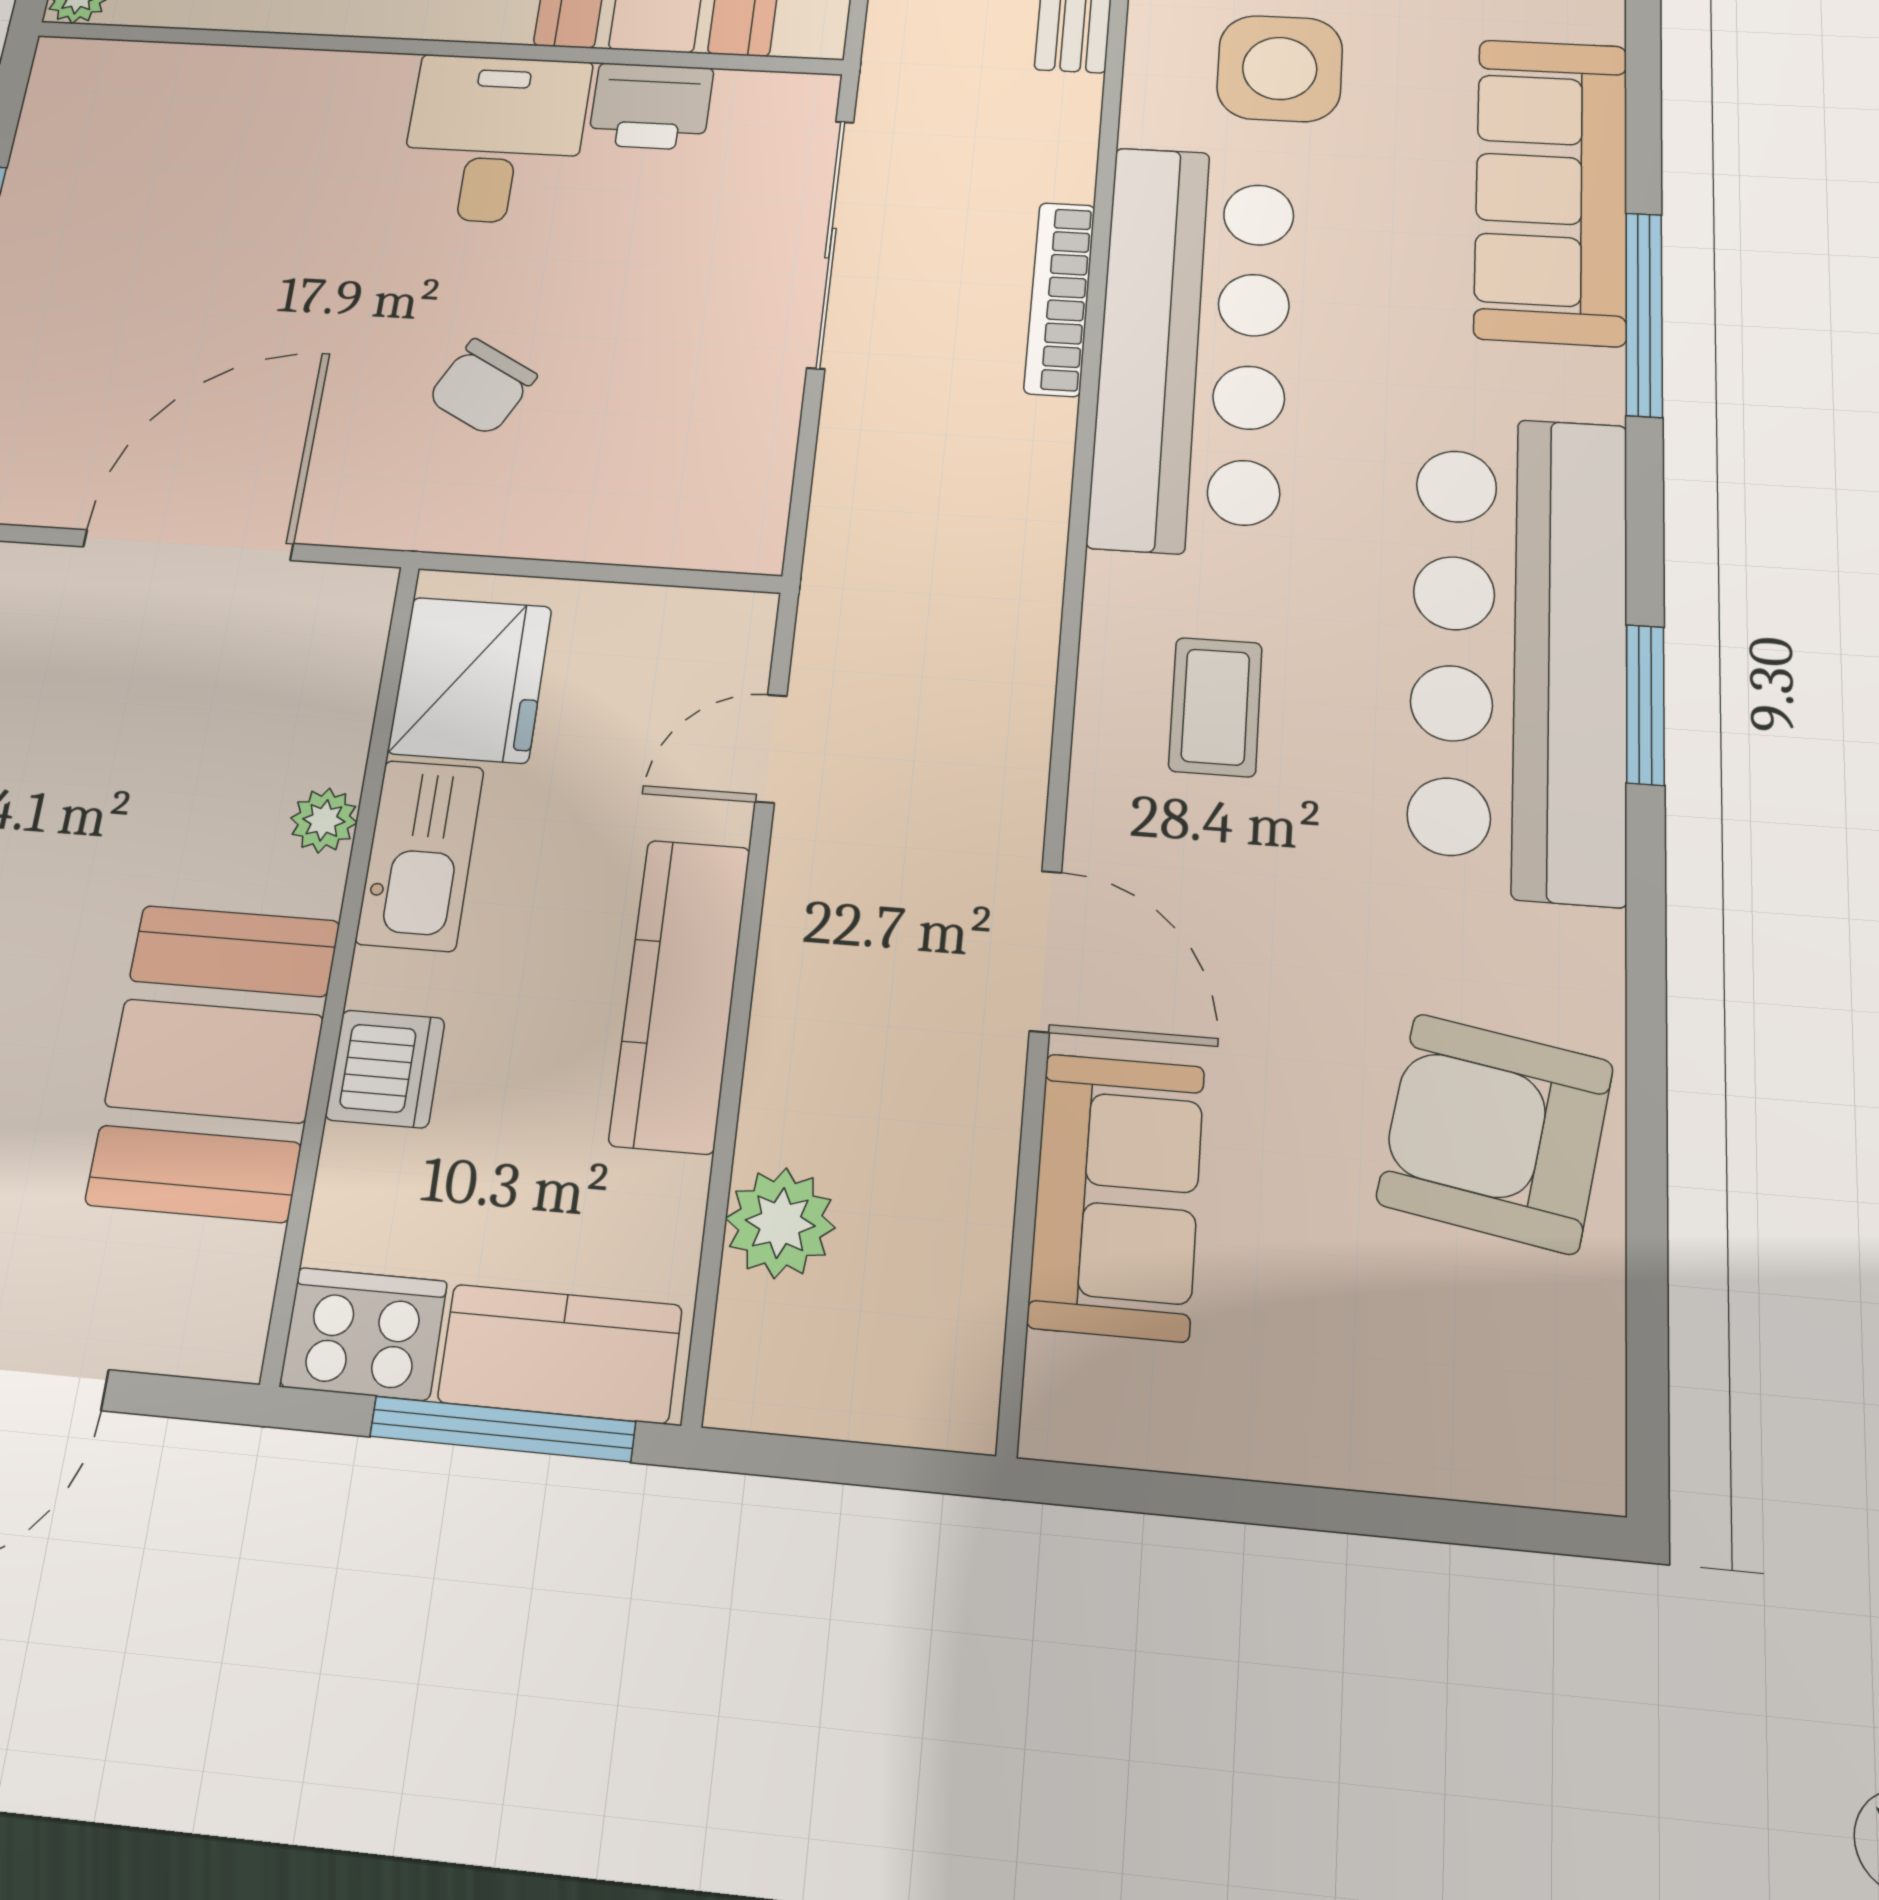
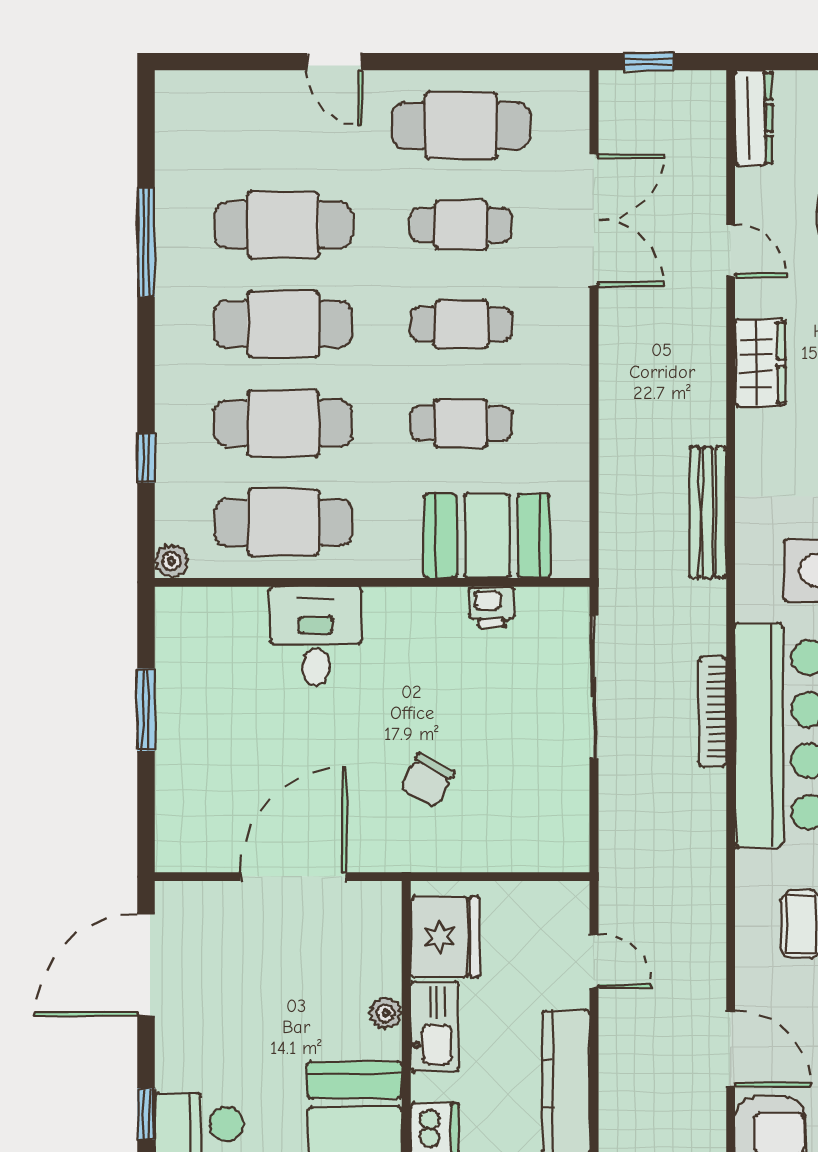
printer: (651, 106) -> (492, 607), width x0.73, depth x0.81
desk: (494, 139) -> (316, 636), moved
door: (771, 749) -> (594, 961), swing flipped

